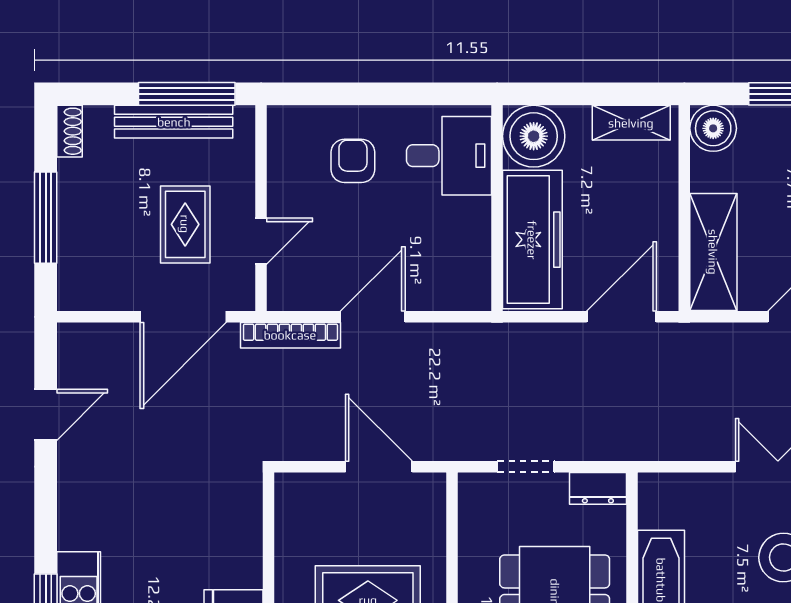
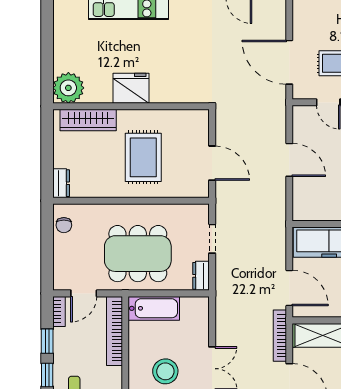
bookcase: (290, 335) -> (280, 336), moved
door: (379, 467) -> (212, 163), hinge flipped

